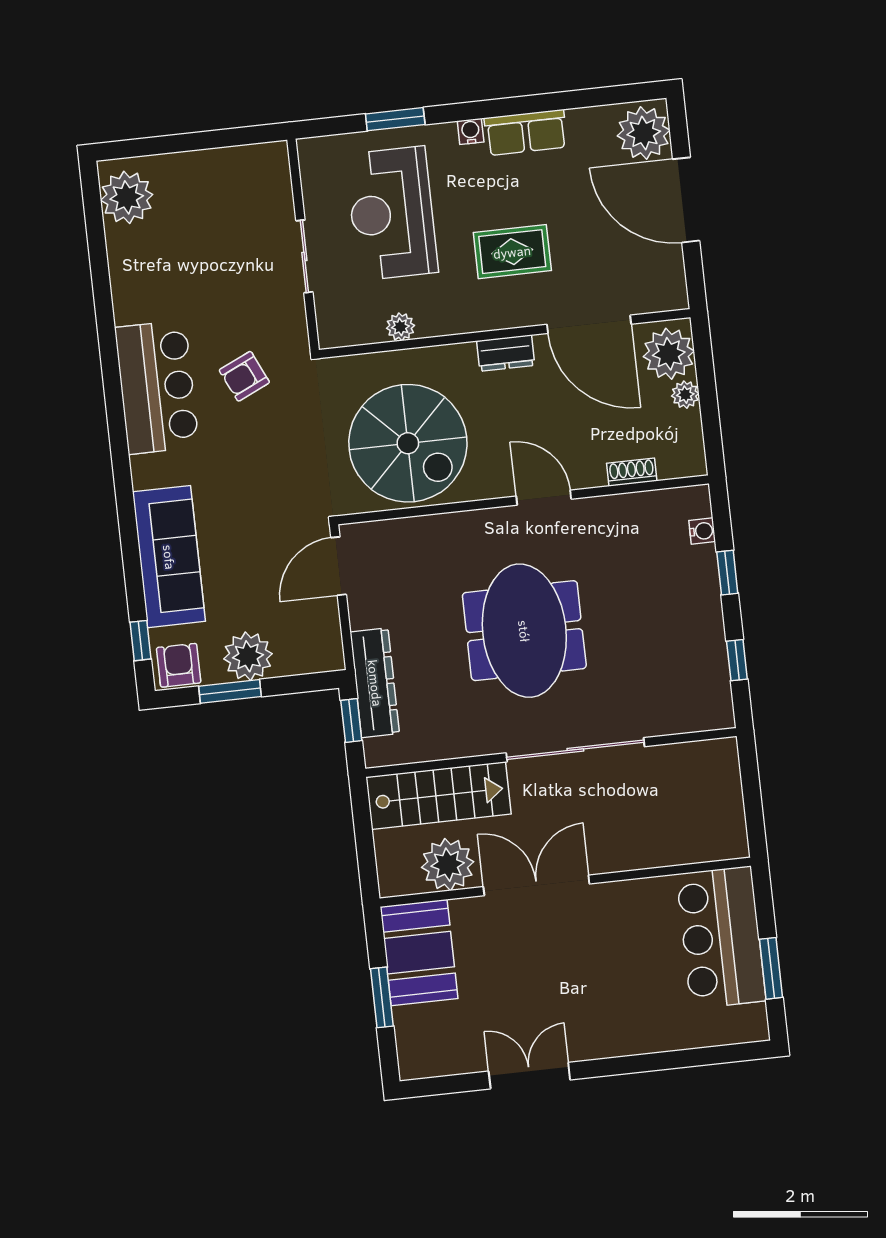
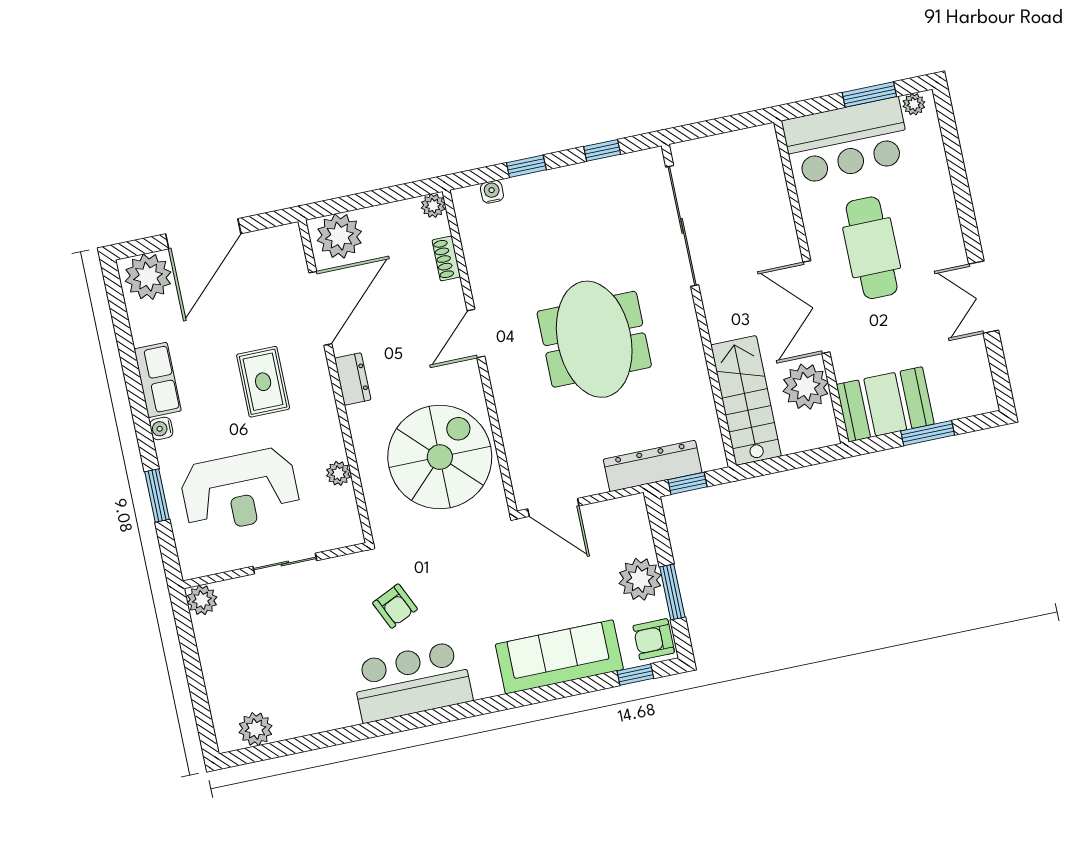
plant: (272, 159) -> (202, 600), added
plant: (127, 197) -> (256, 729), width x0.73, depth x0.73
plant: (685, 395) -> (433, 206), moved
meeting table: (524, 631) -> (594, 339), turned 90
sliding door: (575, 750) -> (682, 226), moved
cafe table: (598, 954) -> (872, 248), added
plant: (755, 1018) -> (914, 104), added

